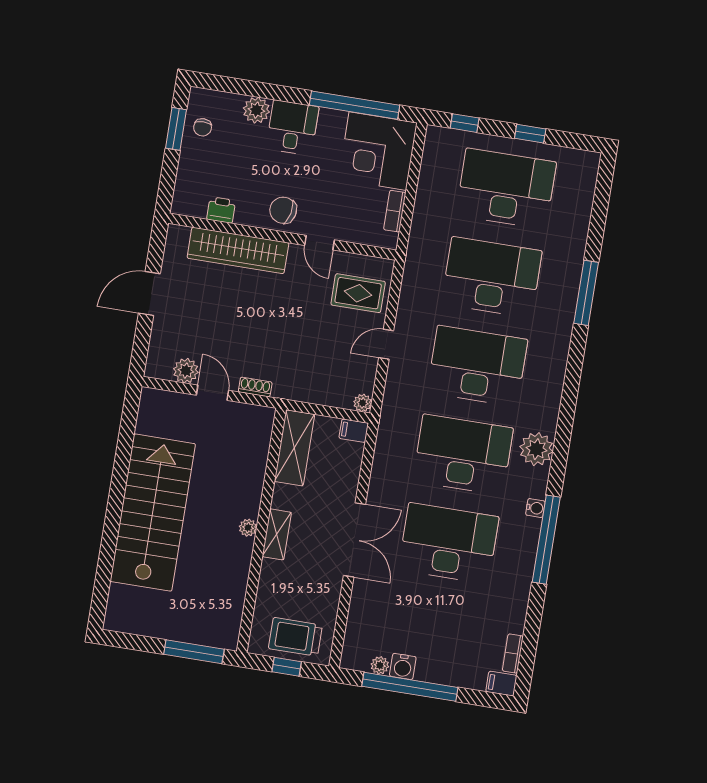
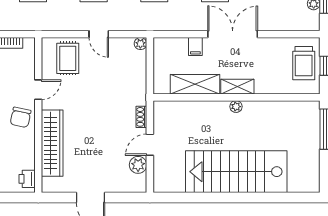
printer: (221, 210) -> (27, 179), moved
filing cabinet: (354, 431) -> (195, 46), moved
shelving: (294, 448) -> (195, 84), moved

